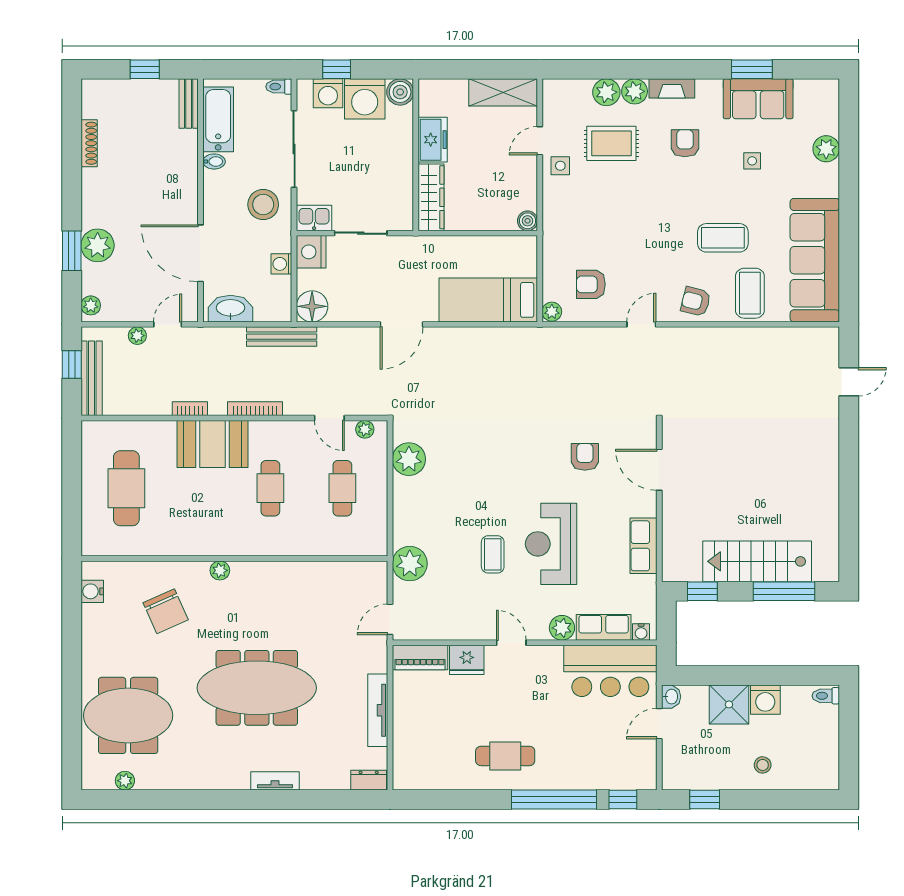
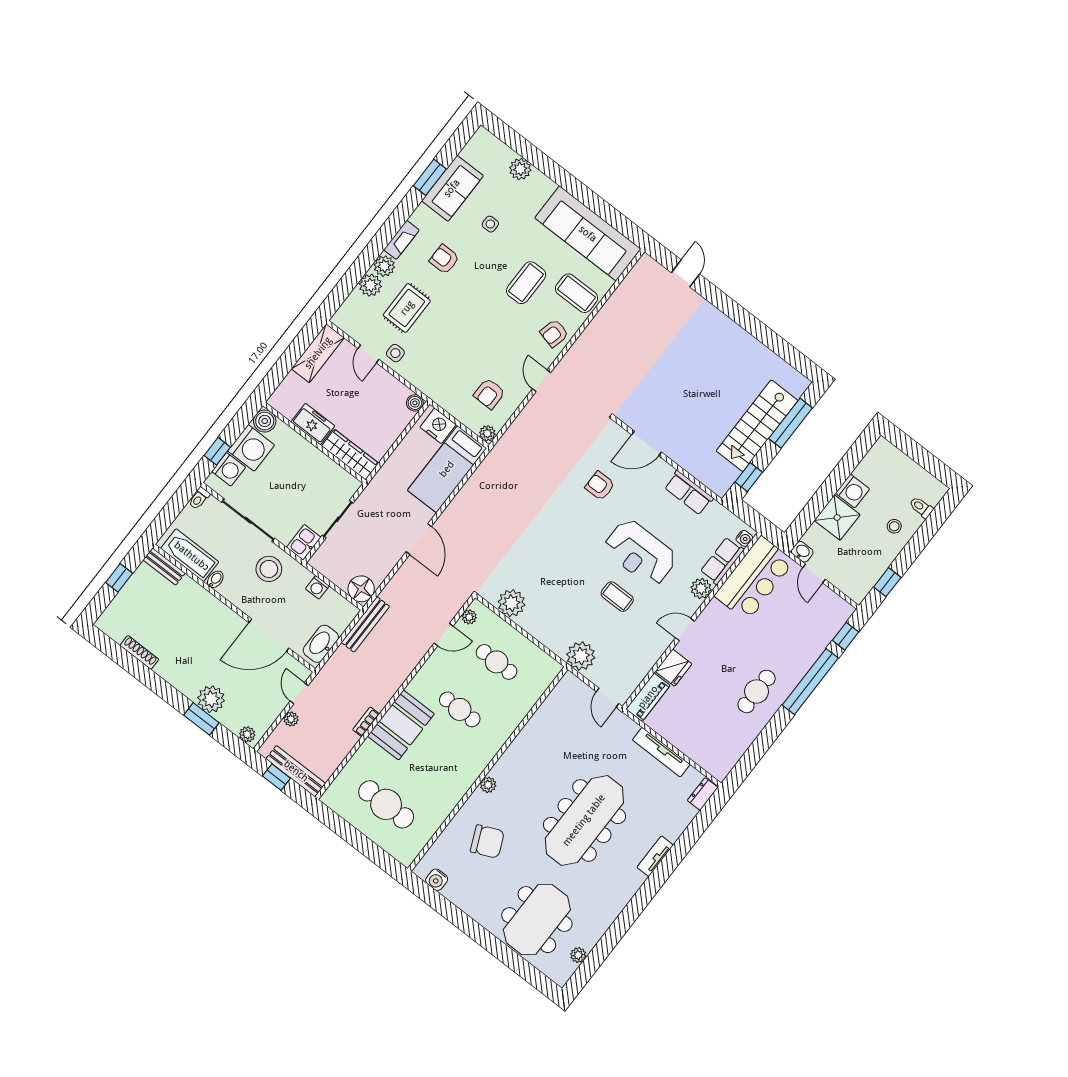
nightstand: (311, 252) -> (438, 426), moved, turned 180
bookcase: (255, 409) -> (399, 679), removed
toilet: (826, 696) -> (921, 507), moved, turned 90

